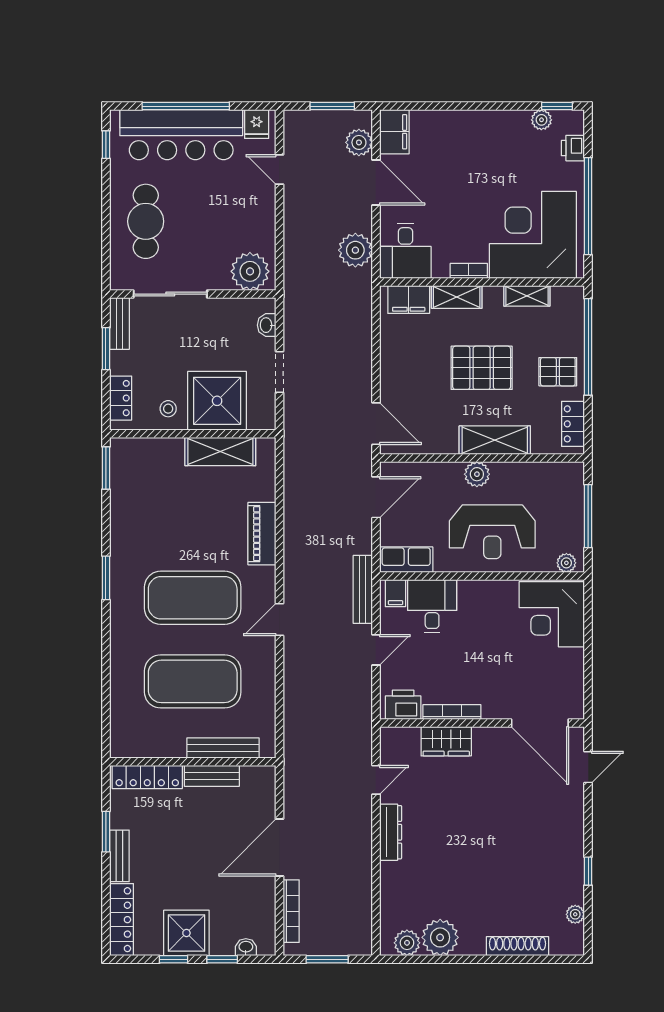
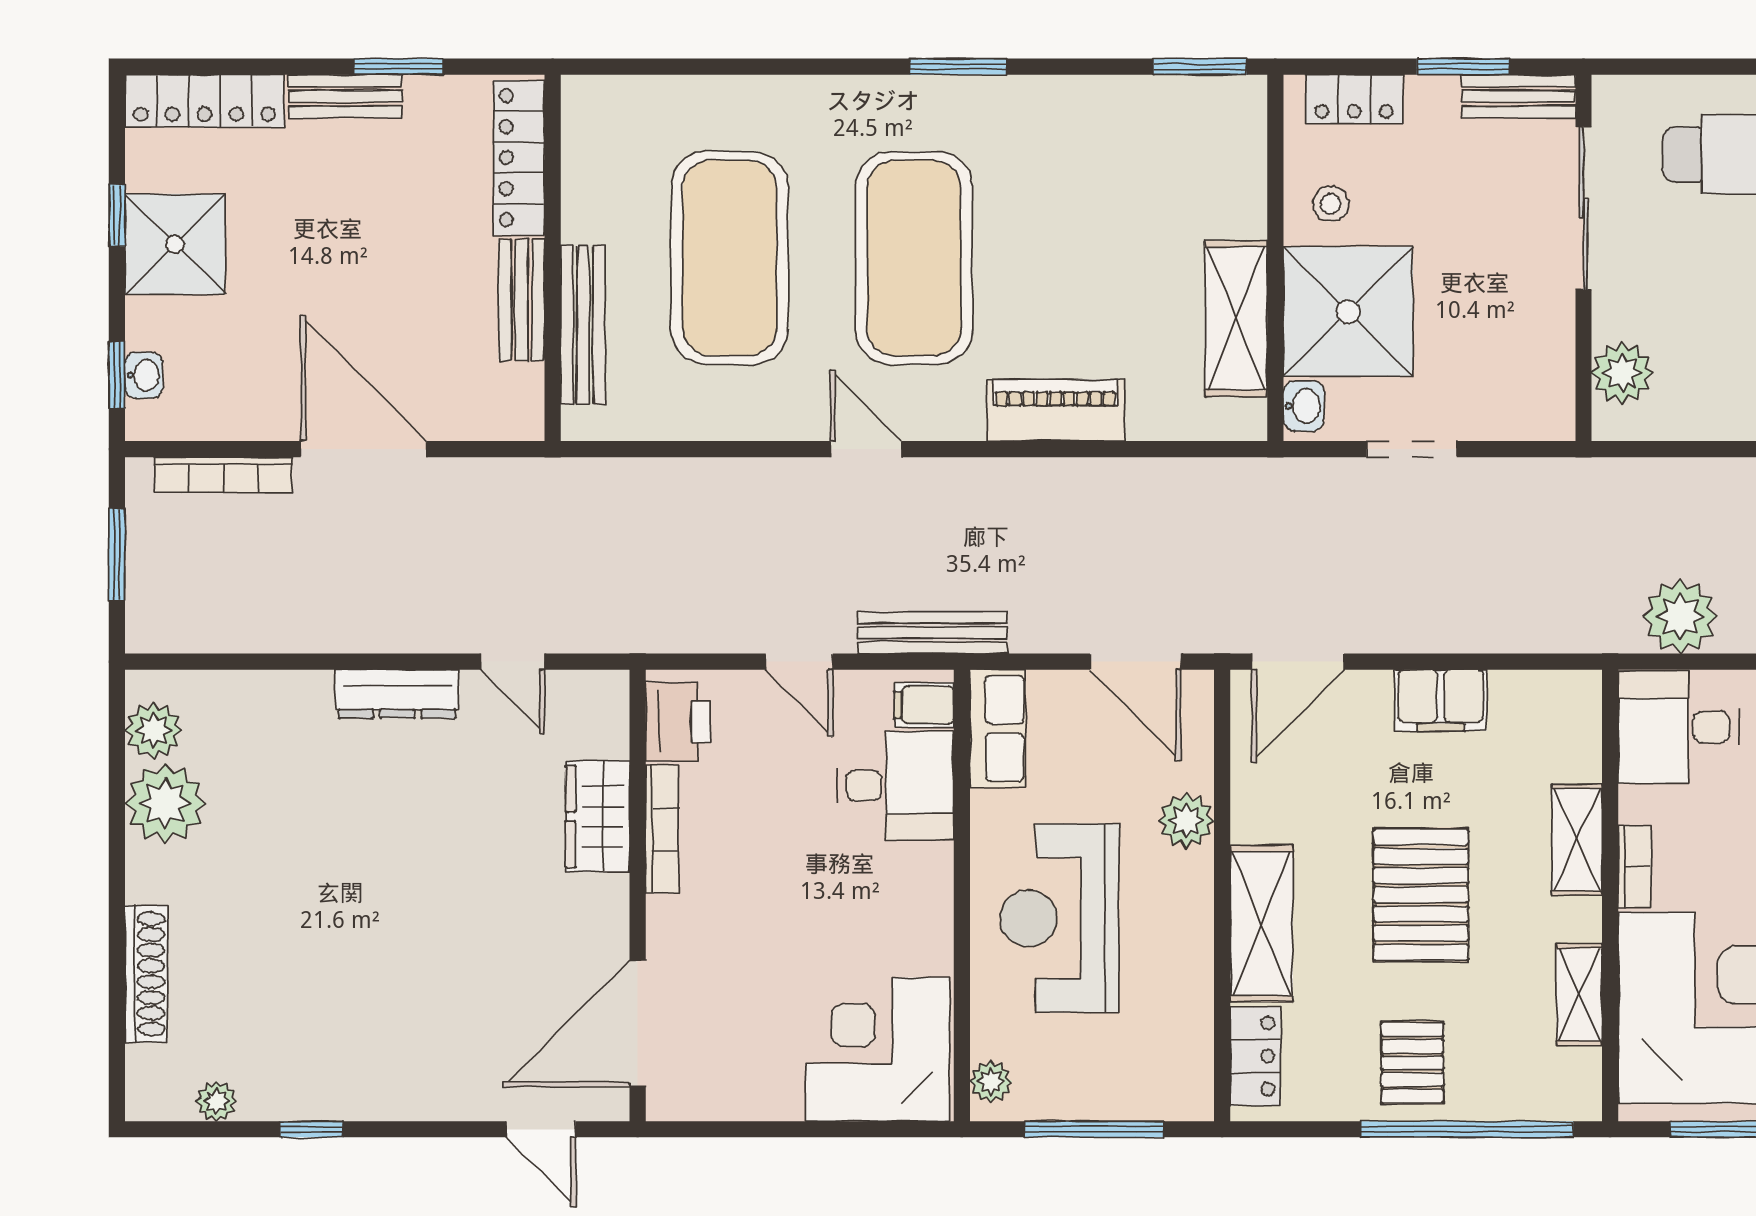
plant: (250, 271) -> (1622, 373), width x0.73, depth x0.73
filing cabinet: (409, 300) -> (1441, 700), moved, turned -90
washbasin: (267, 325) -> (1304, 406), moved, turned 90
locker: (573, 424) -> (1255, 1056), moved, turned 90
plant: (477, 474) -> (1186, 821), moved
window: (222, 959) -> (117, 375), moved

